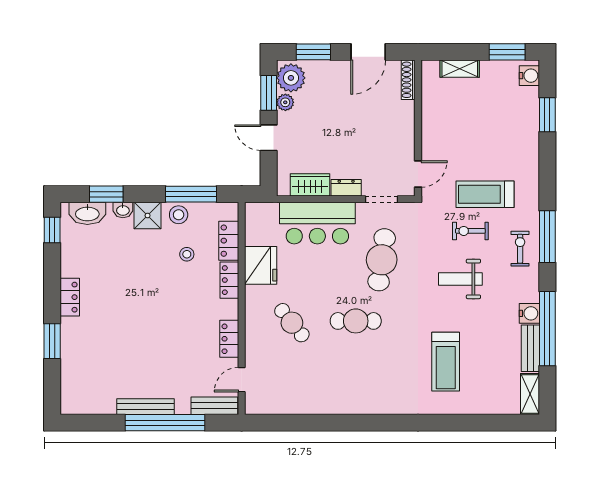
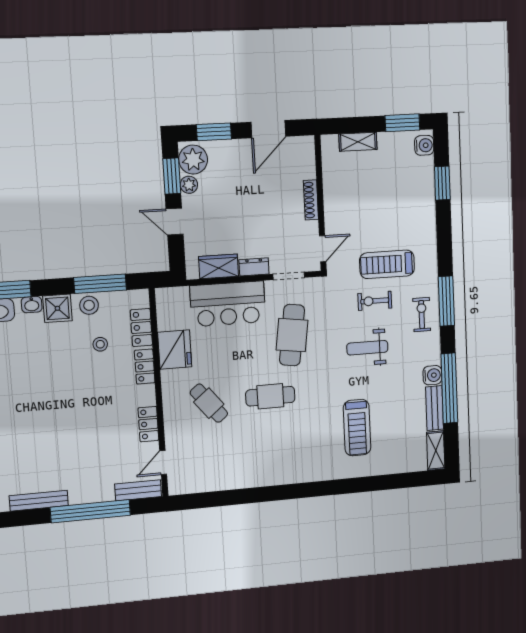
shoe rack: (408, 80) -> (311, 200), moved
bench: (145, 407) -> (39, 501), moved

